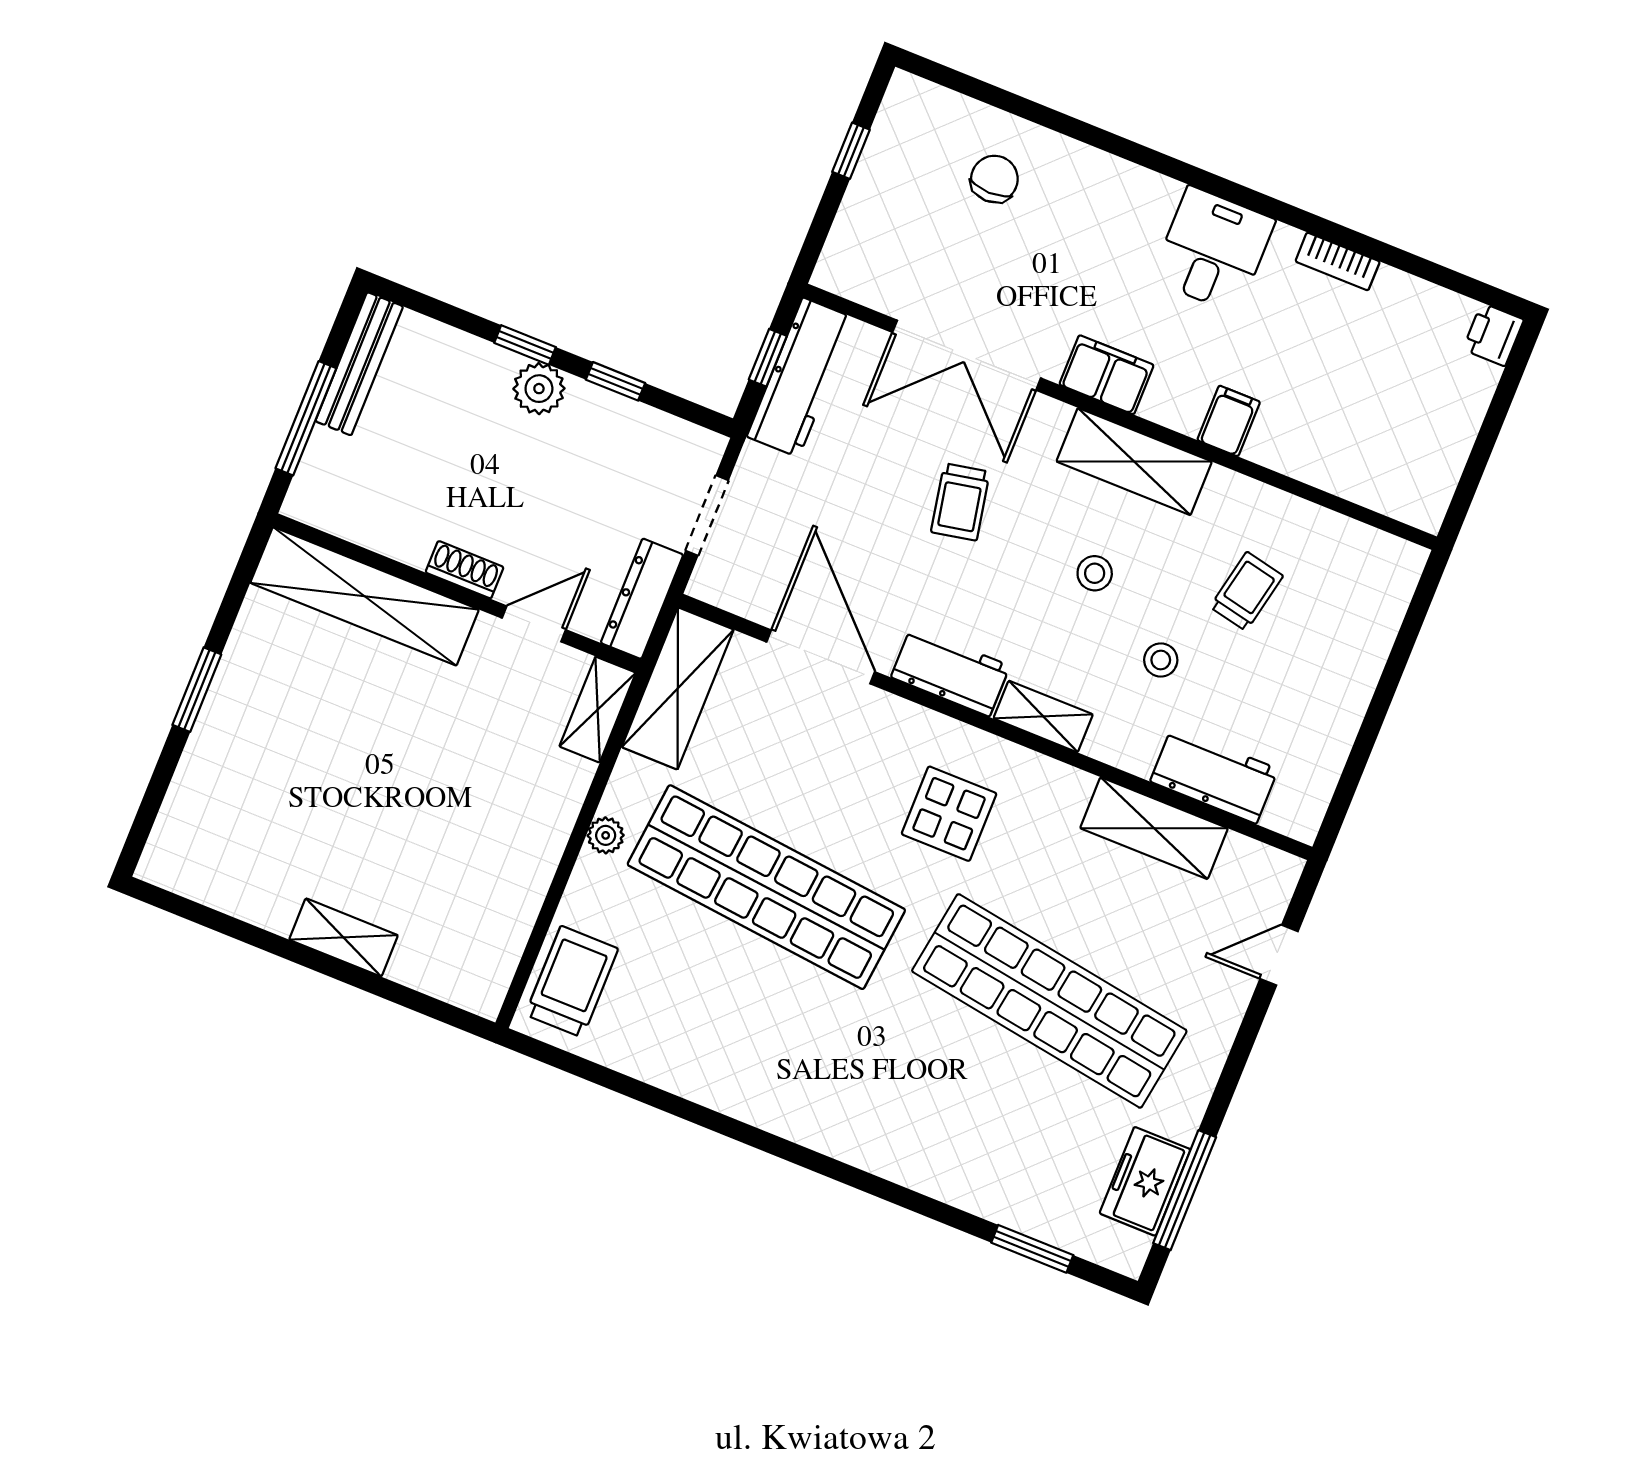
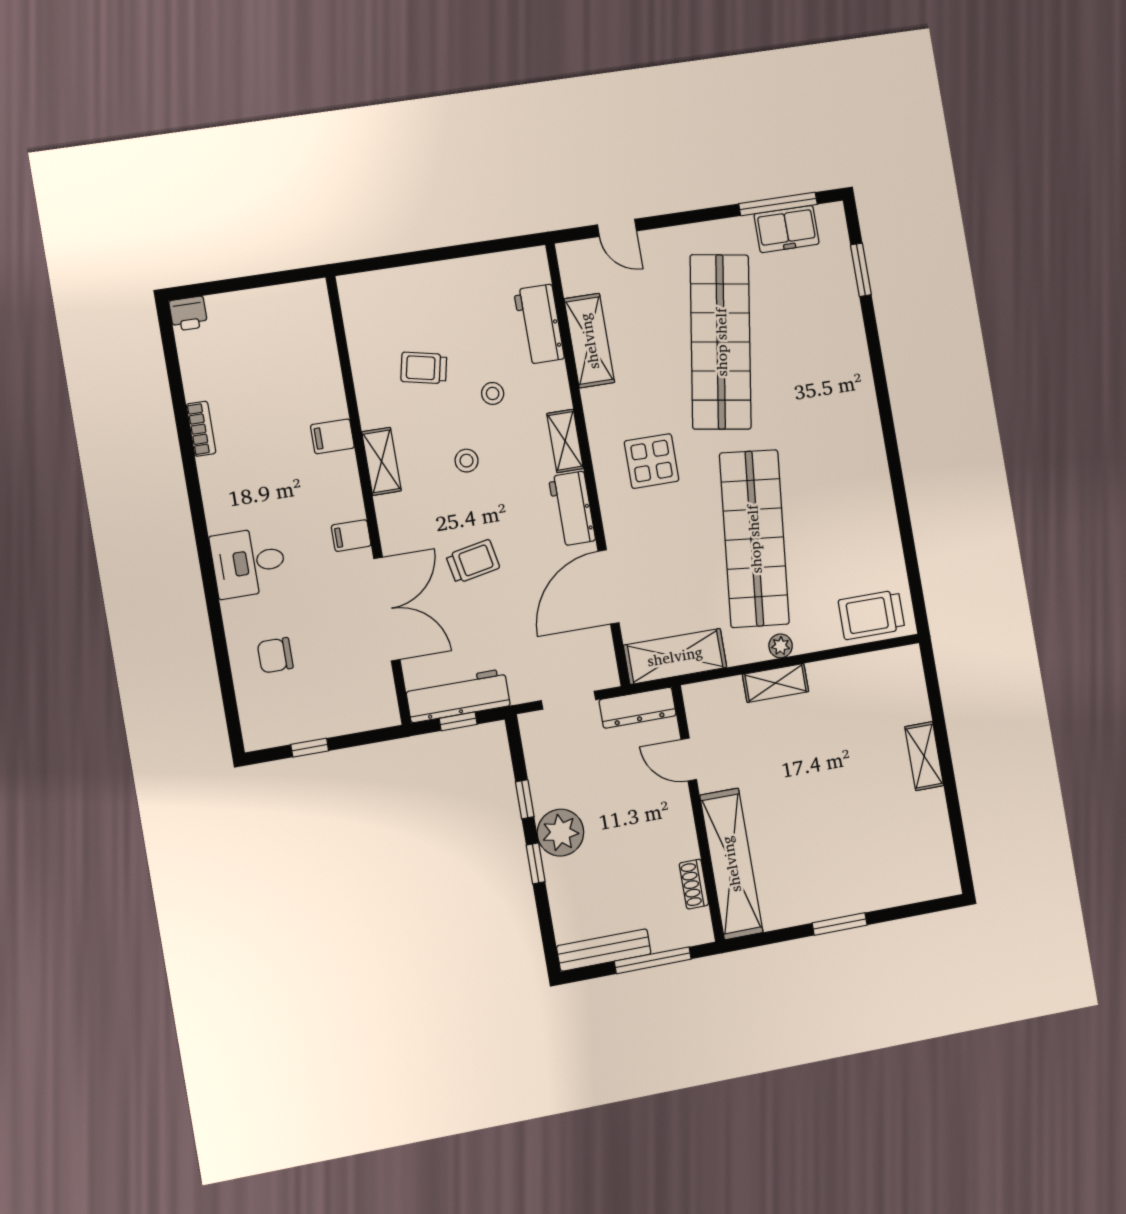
desk: (1213, 250) -> (249, 563), moved
filing cabinet: (1106, 375) -> (351, 536), width x0.50
plant: (539, 389) -> (560, 833), width x1.36, depth x1.36
shelving: (1134, 461) -> (382, 461), width x0.67, depth x0.75
shoe rack: (465, 570) -> (694, 884), moved
shelving: (598, 710) -> (776, 683), moved

